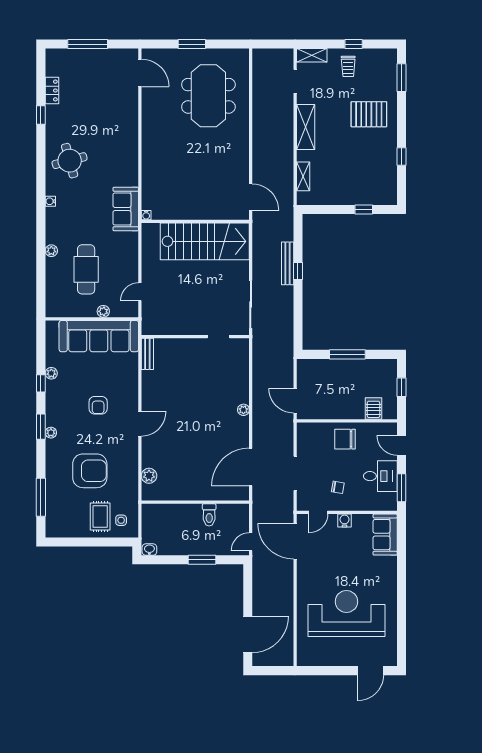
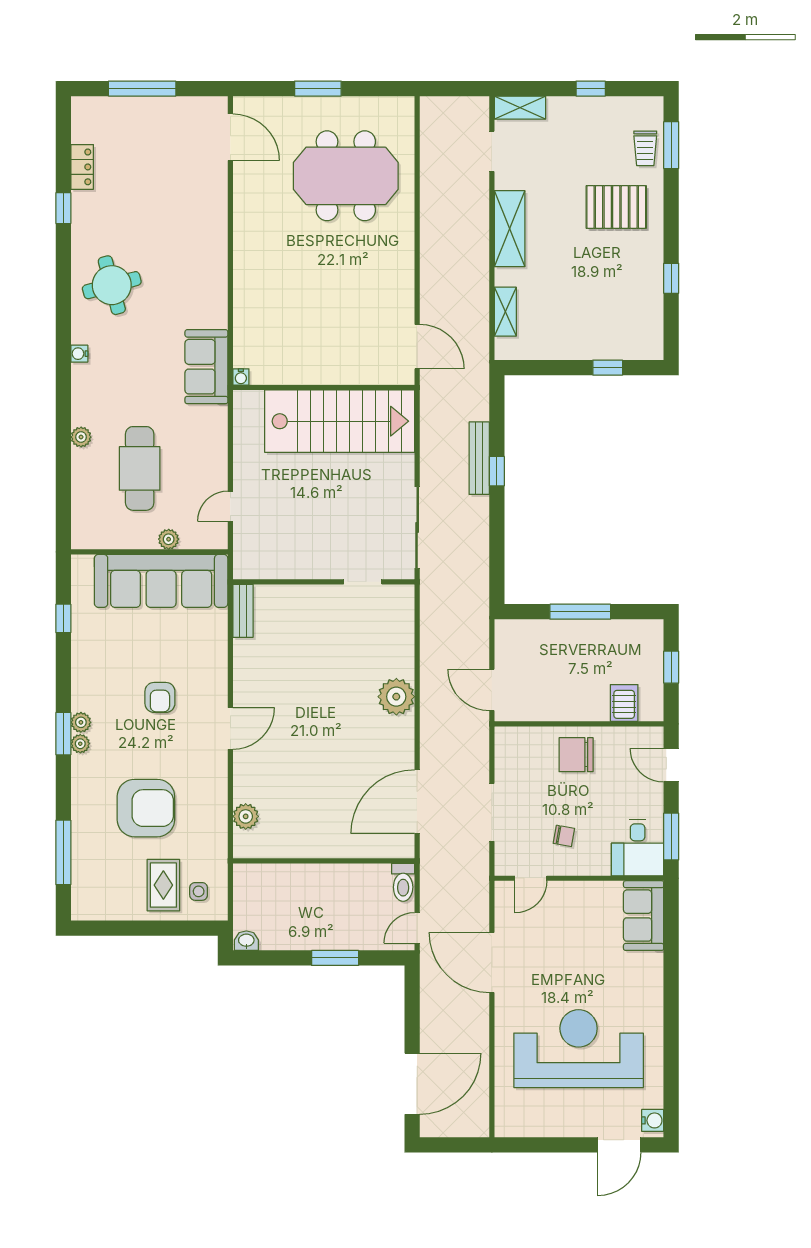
trolley: (348, 66) -> (645, 148), moved
meeting table: (208, 96) -> (346, 176), turned 90
plant: (51, 373) -> (81, 722), moved
window: (41, 383) -> (63, 618), moved
plant: (243, 410) -> (396, 697), width x1.87, depth x1.87
desk: (380, 476) -> (638, 848), moved, turned 90
toilet: (209, 515) -> (403, 882), moved
water cooler: (345, 520) -> (653, 1120), moved, turned 90
door: (295, 541) -> (492, 962), moved

